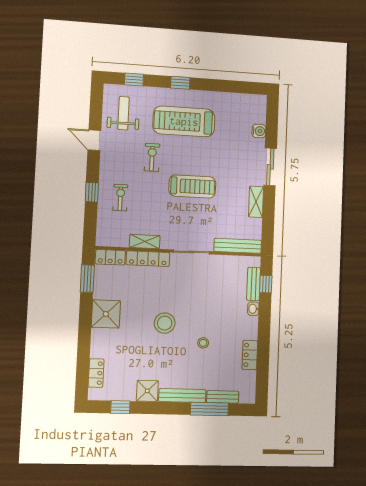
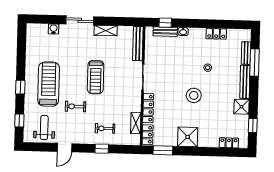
weight bench: (123, 113) -> (44, 127), turned 90
treadmill: (184, 121) -> (49, 84), turned 180
treadmill: (192, 186) -> (96, 77), turned 180
shelving: (145, 242) -> (136, 123), moved

